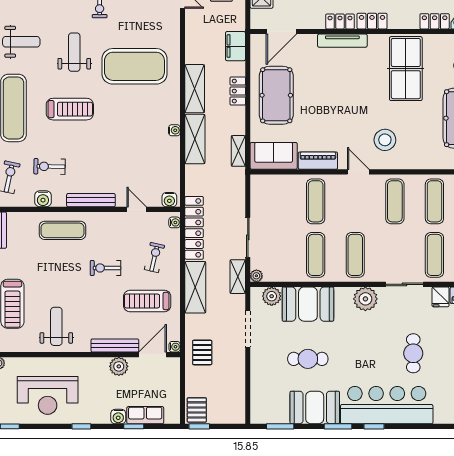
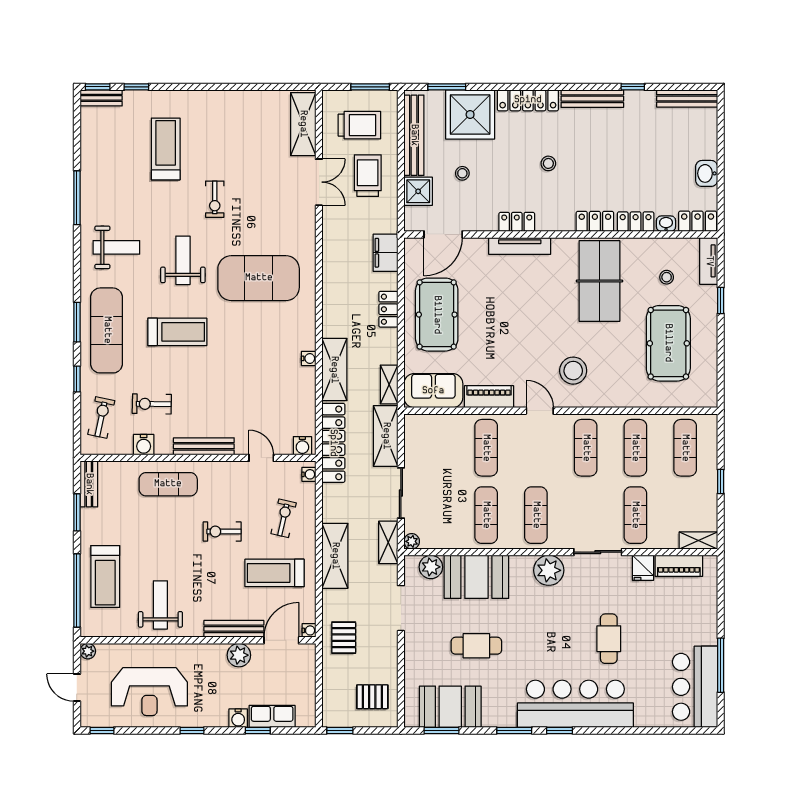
locker: (372, 21) -> (595, 221), moved
shelving: (195, 89) -> (386, 436), moved
locker: (194, 228) -> (333, 443), moved
booth: (315, 407) -> (450, 707), moved
pallet: (197, 410) -> (372, 697), moved, turned 90

